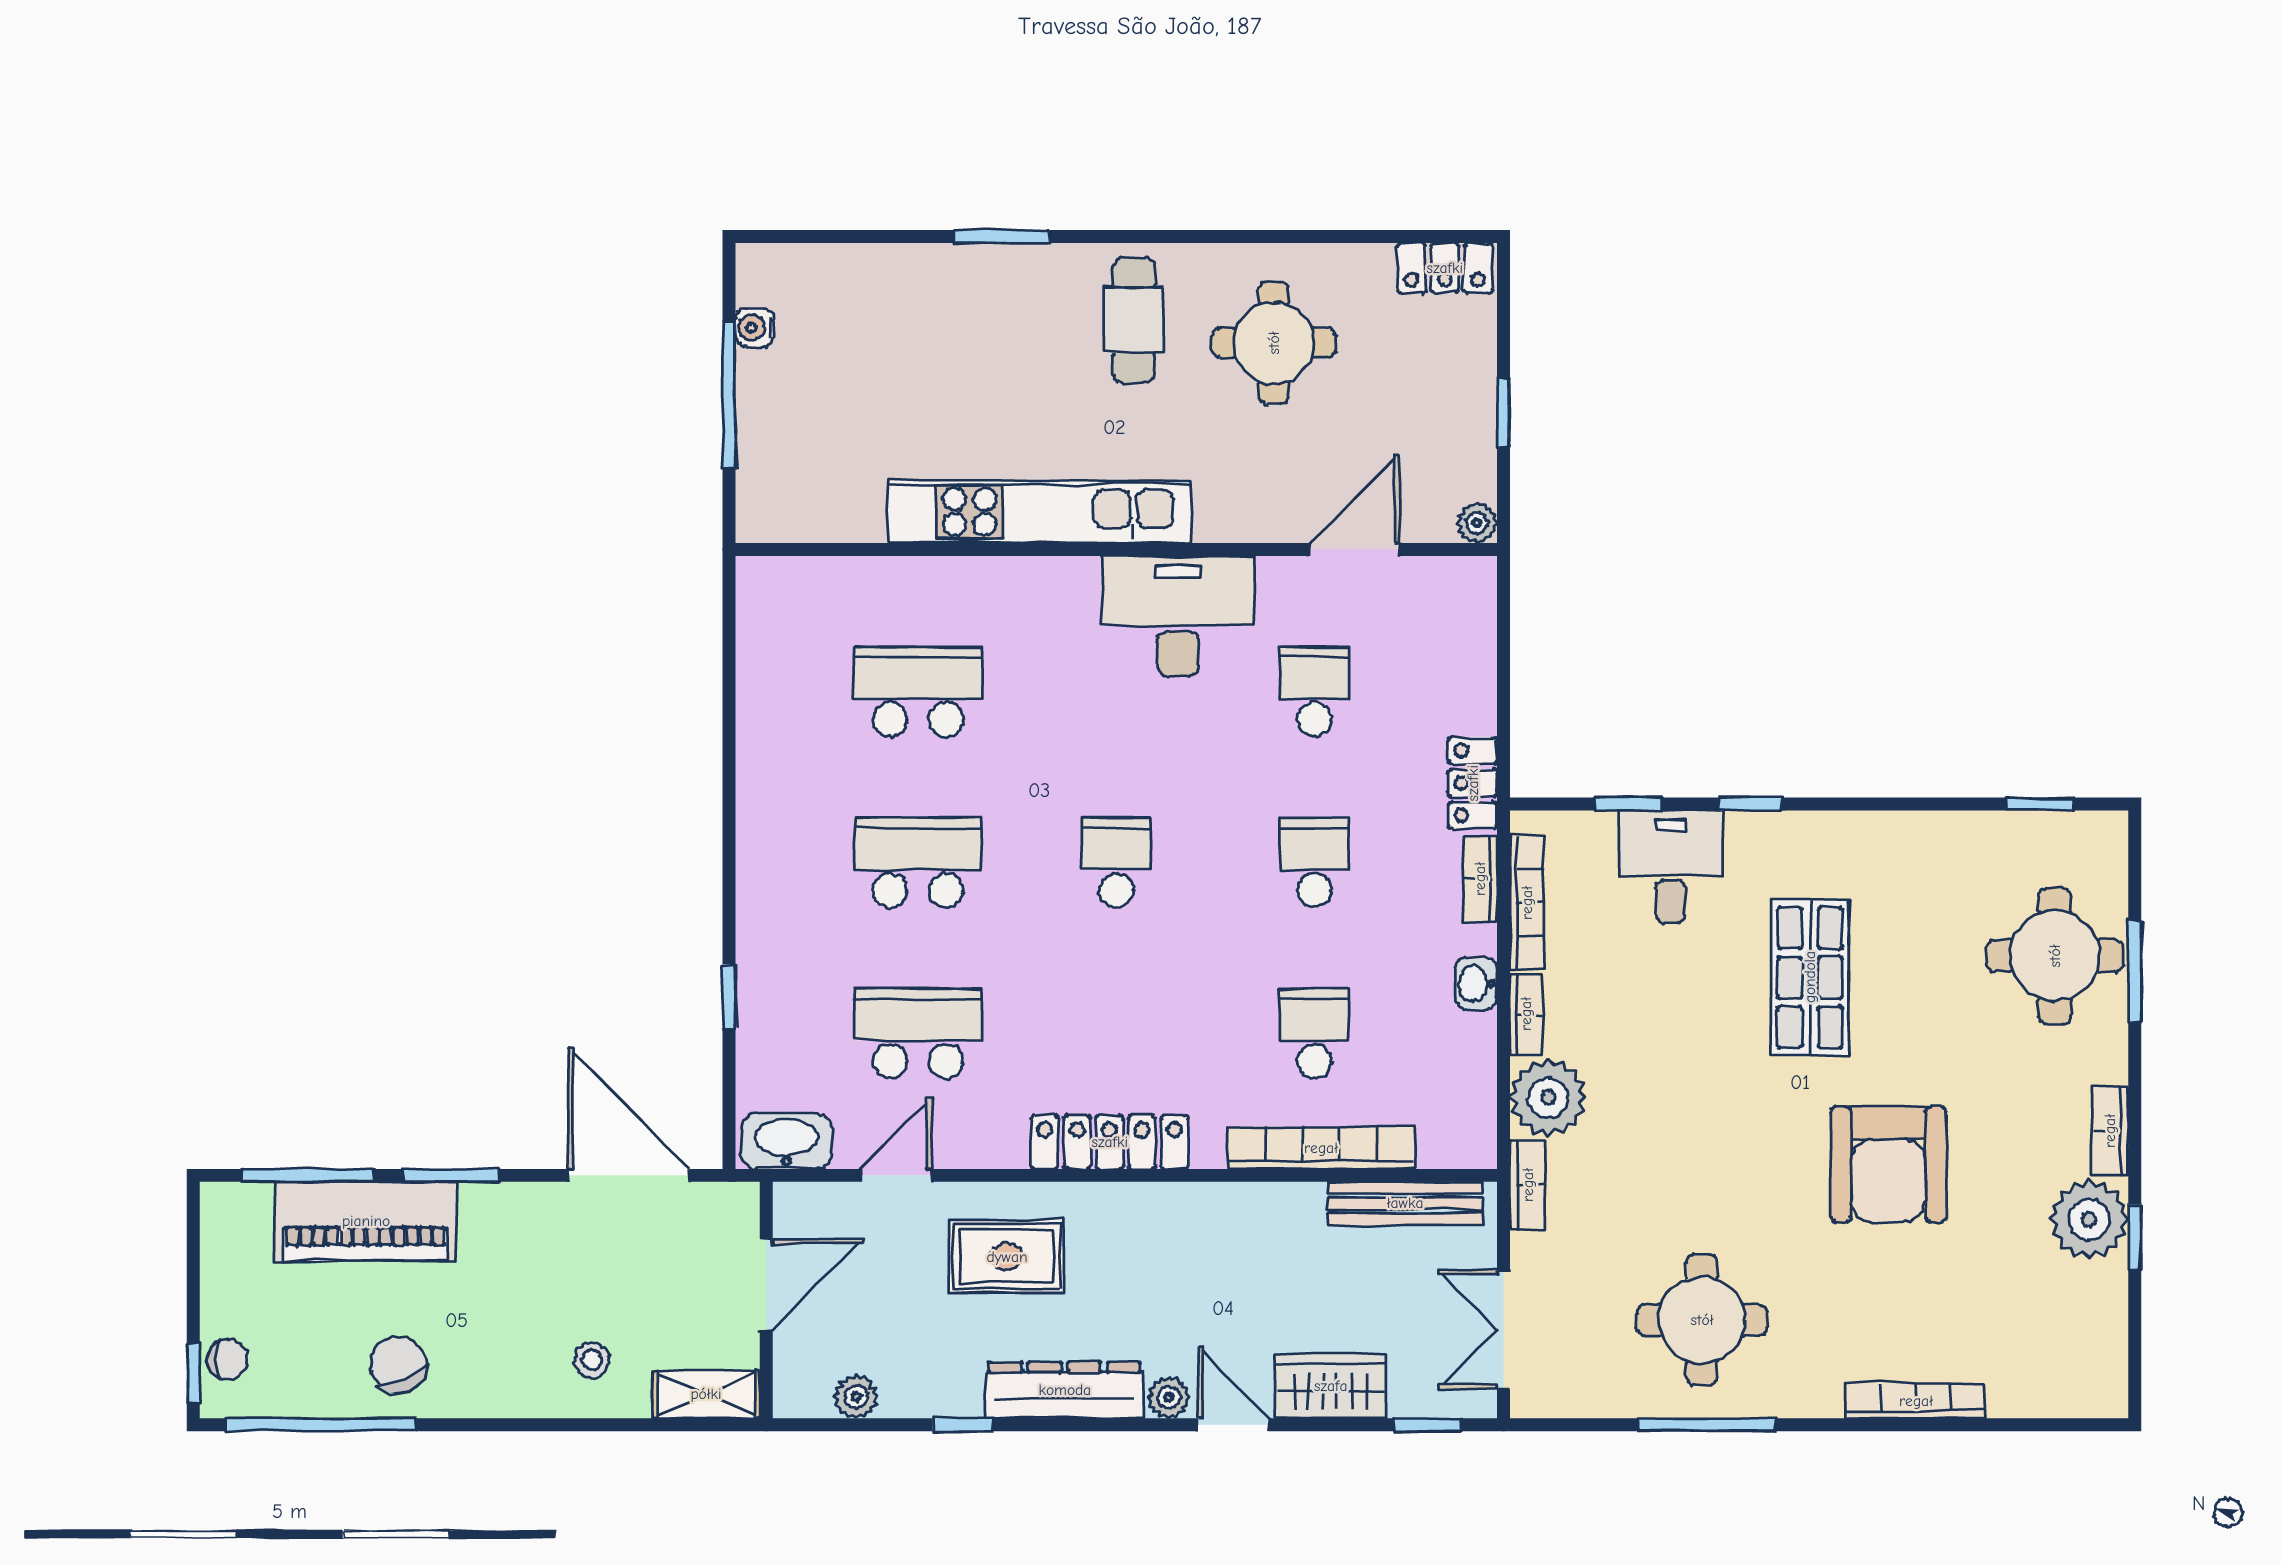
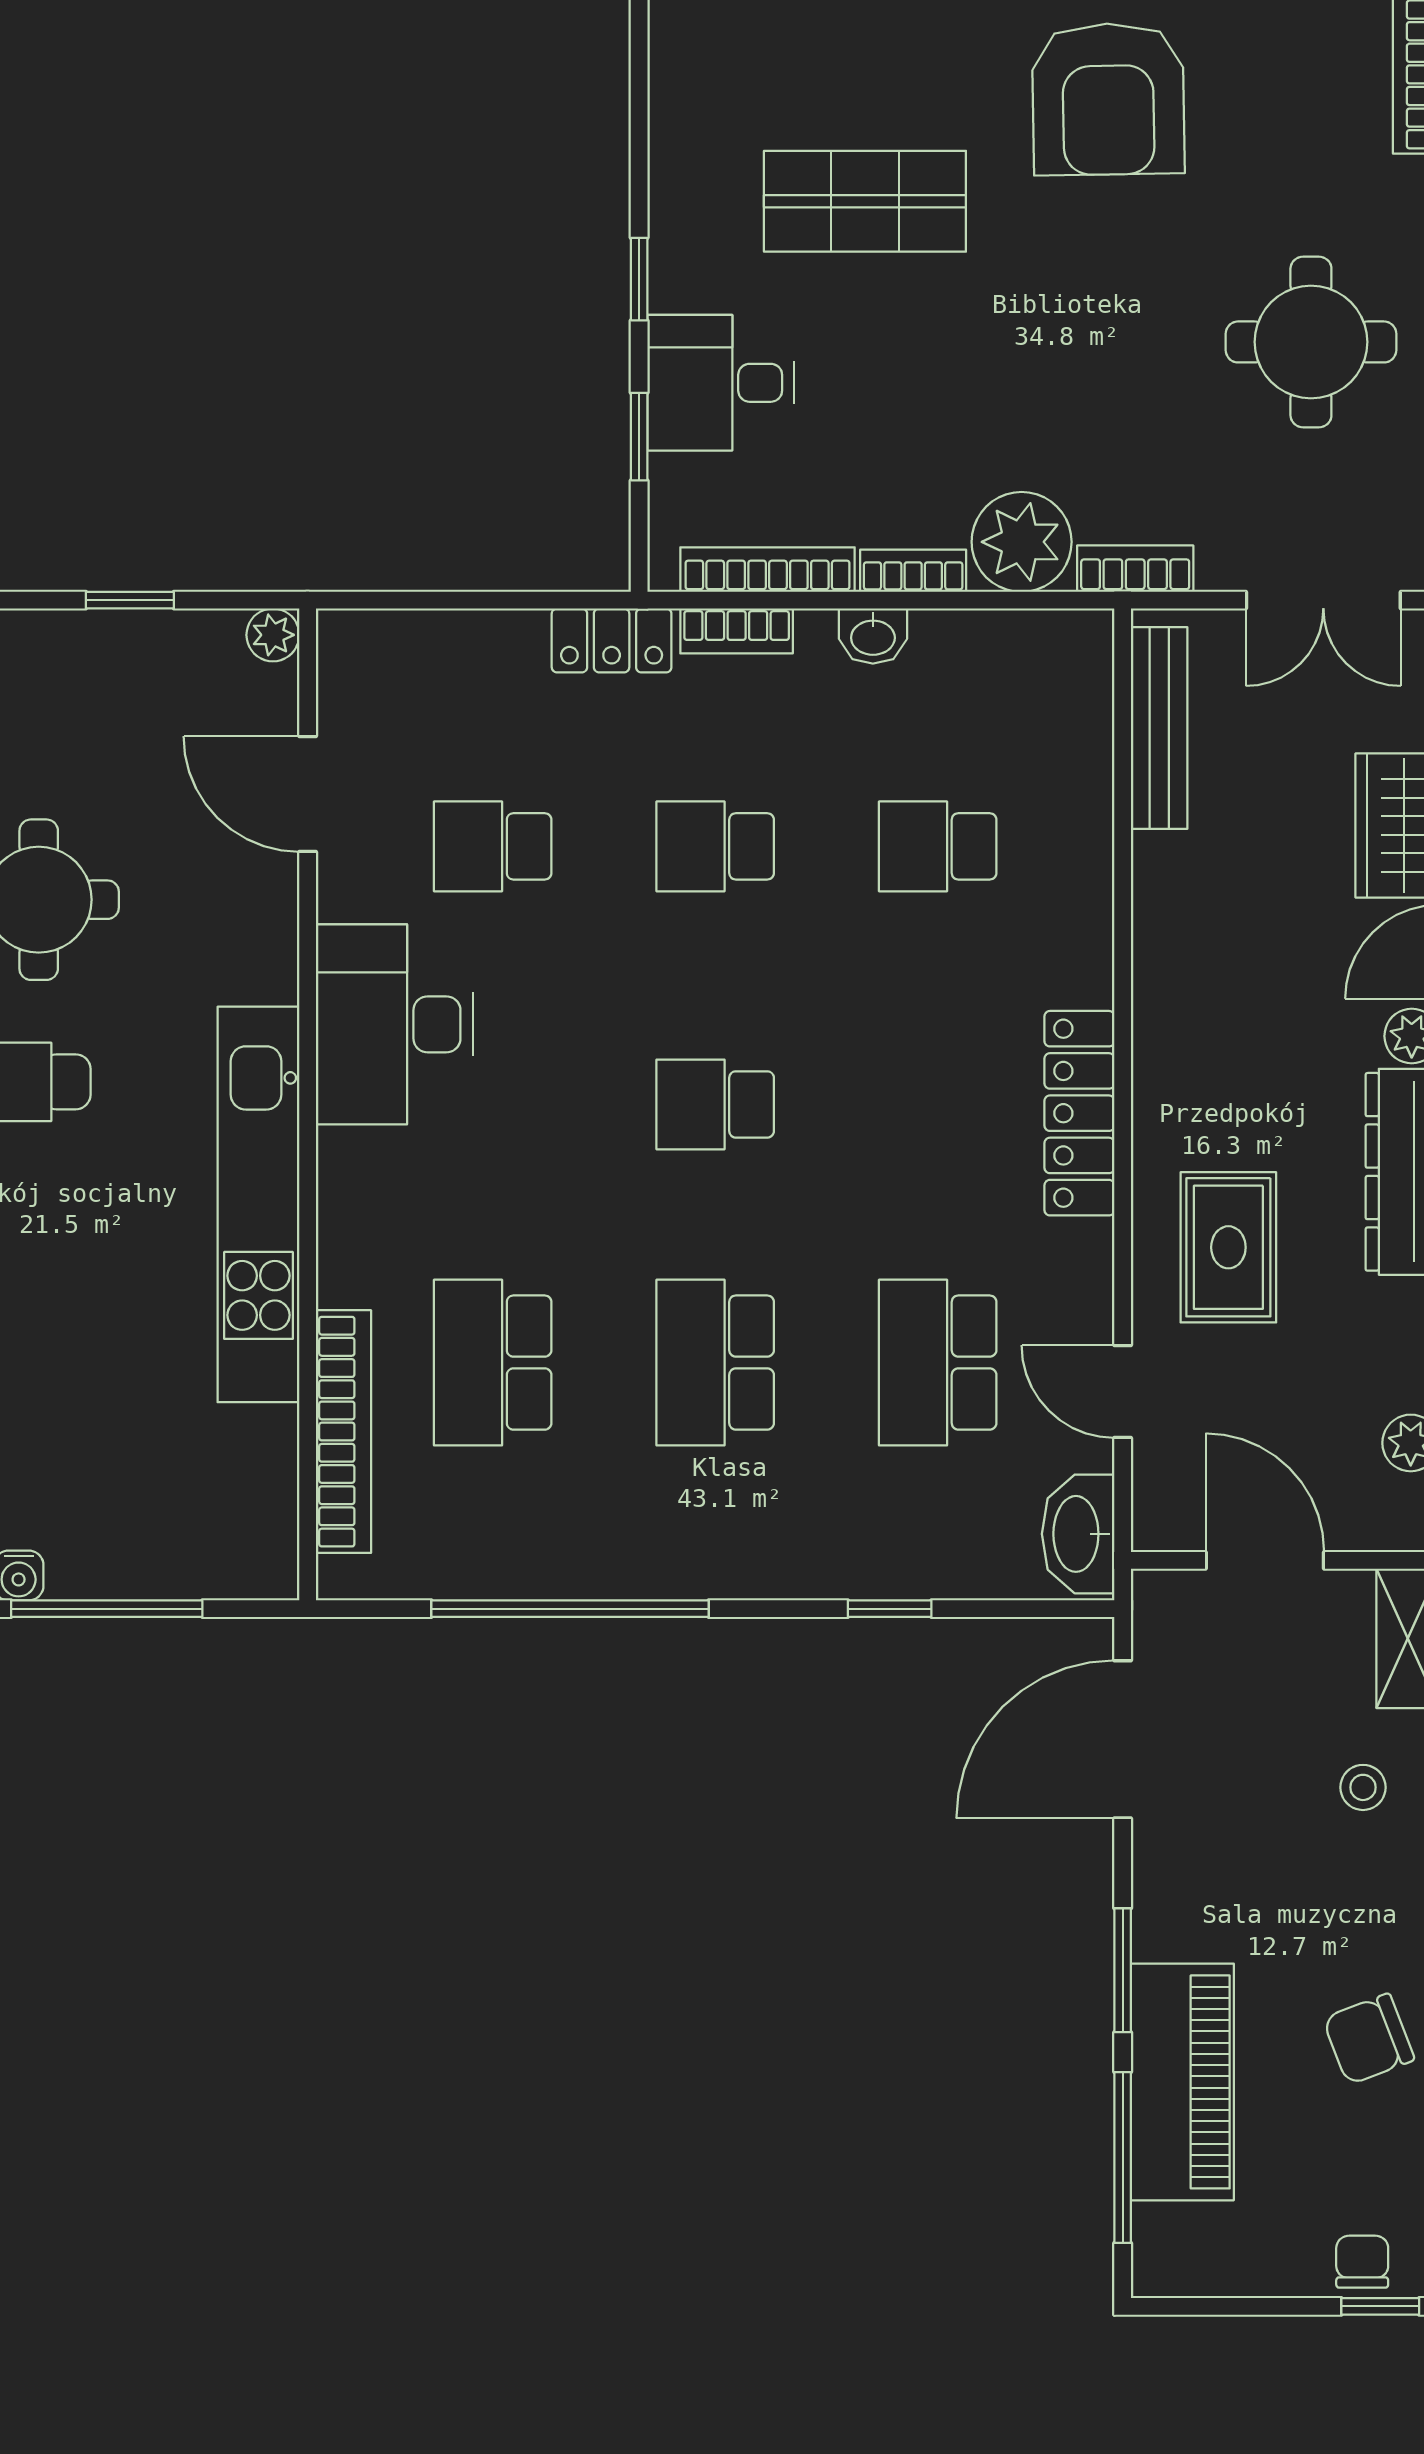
window: (729, 751) -> (570, 1609), added
bookcase: (1321, 1148) -> (343, 1432), moved, turned 180
armchair: (1888, 1164) -> (1108, 99), turned 89

